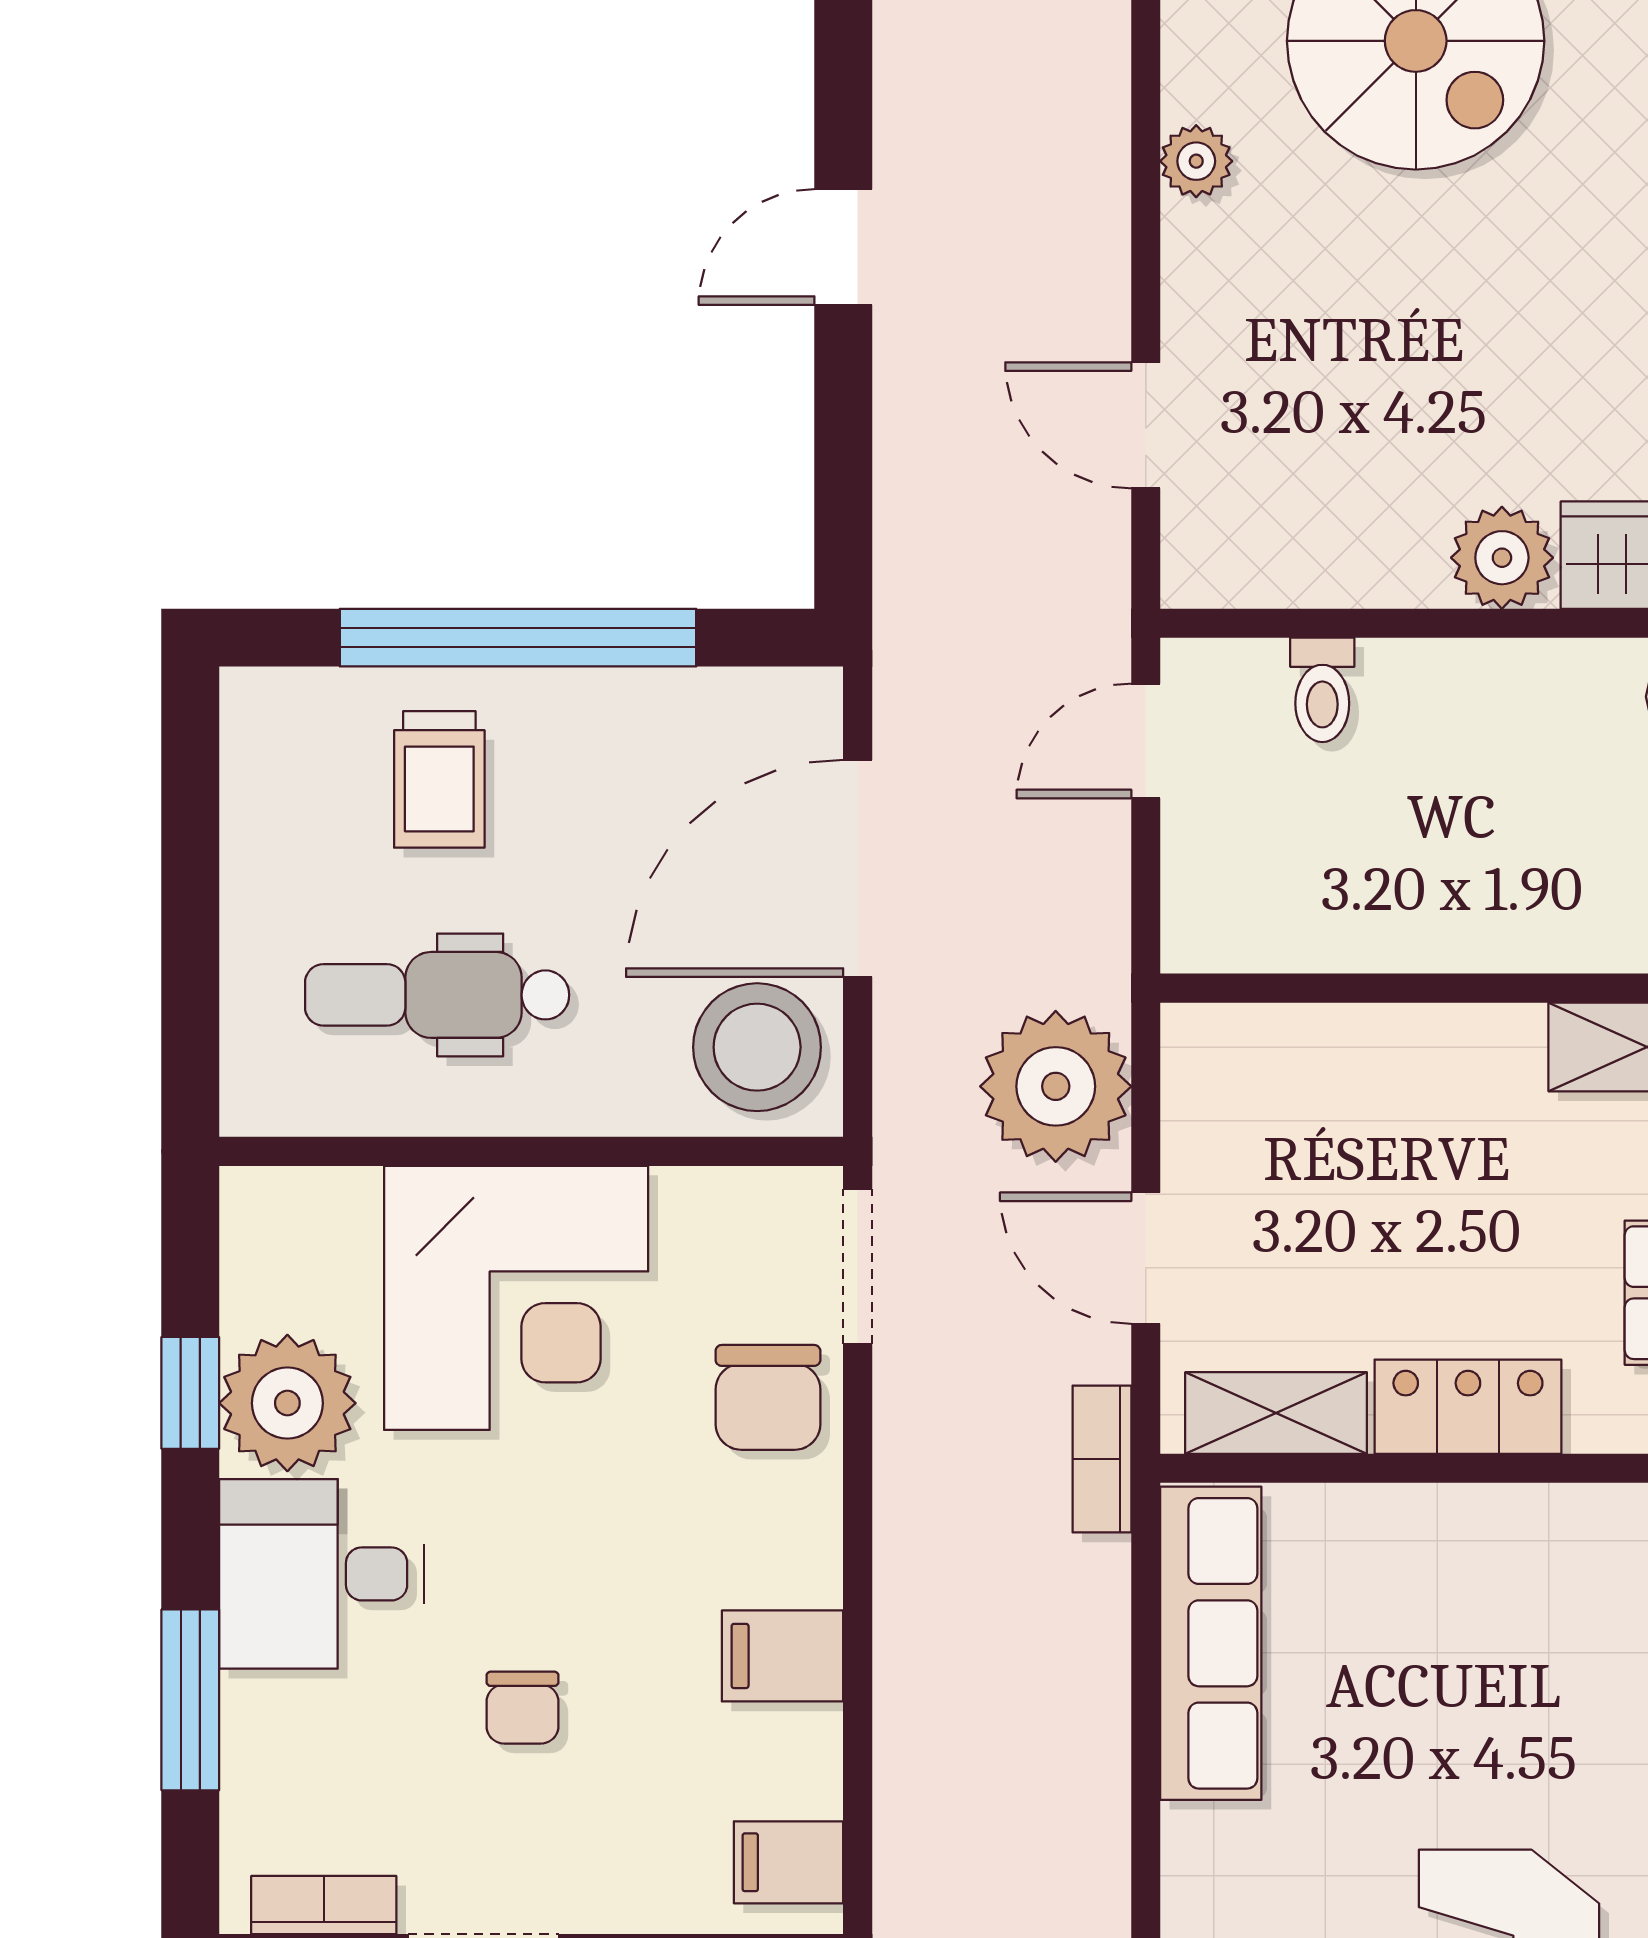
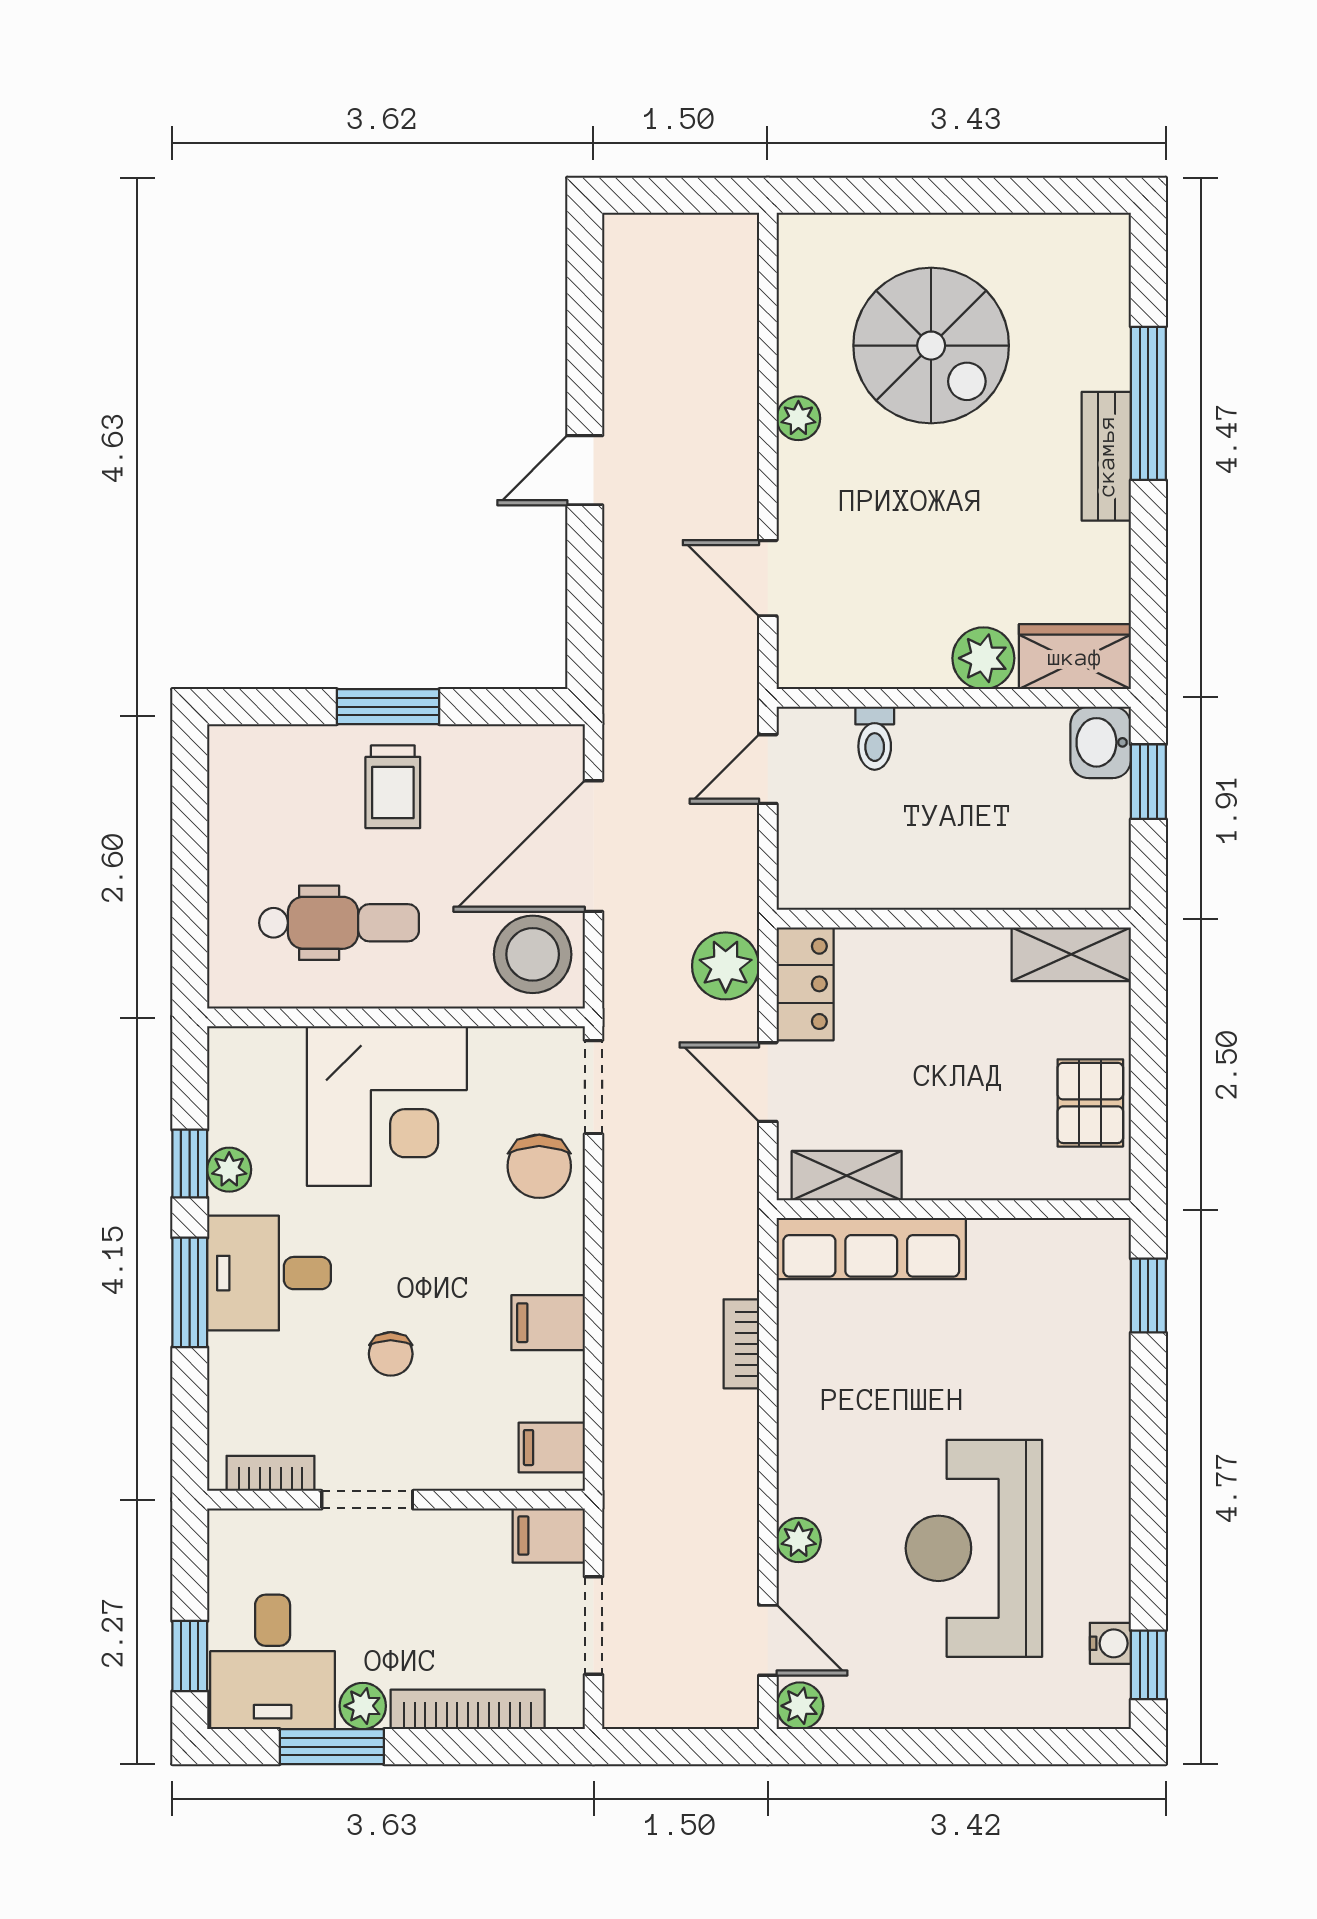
window: (518, 638) -> (388, 707), width x0.47
trolley: (439, 779) -> (393, 787), moved
dental chair: (437, 995) -> (339, 923), turned 180
plant: (1056, 1086) -> (726, 966), width x0.73, depth x0.73
plant: (287, 1403) -> (229, 1170), width x0.53, depth x0.53
locker: (1468, 1407) -> (805, 984), moved, turned 90
bookcase: (1102, 1459) -> (741, 1344), moved
row of seats: (1211, 1643) -> (871, 1249), moved, turned 90
window: (190, 1700) -> (190, 1292), moved

